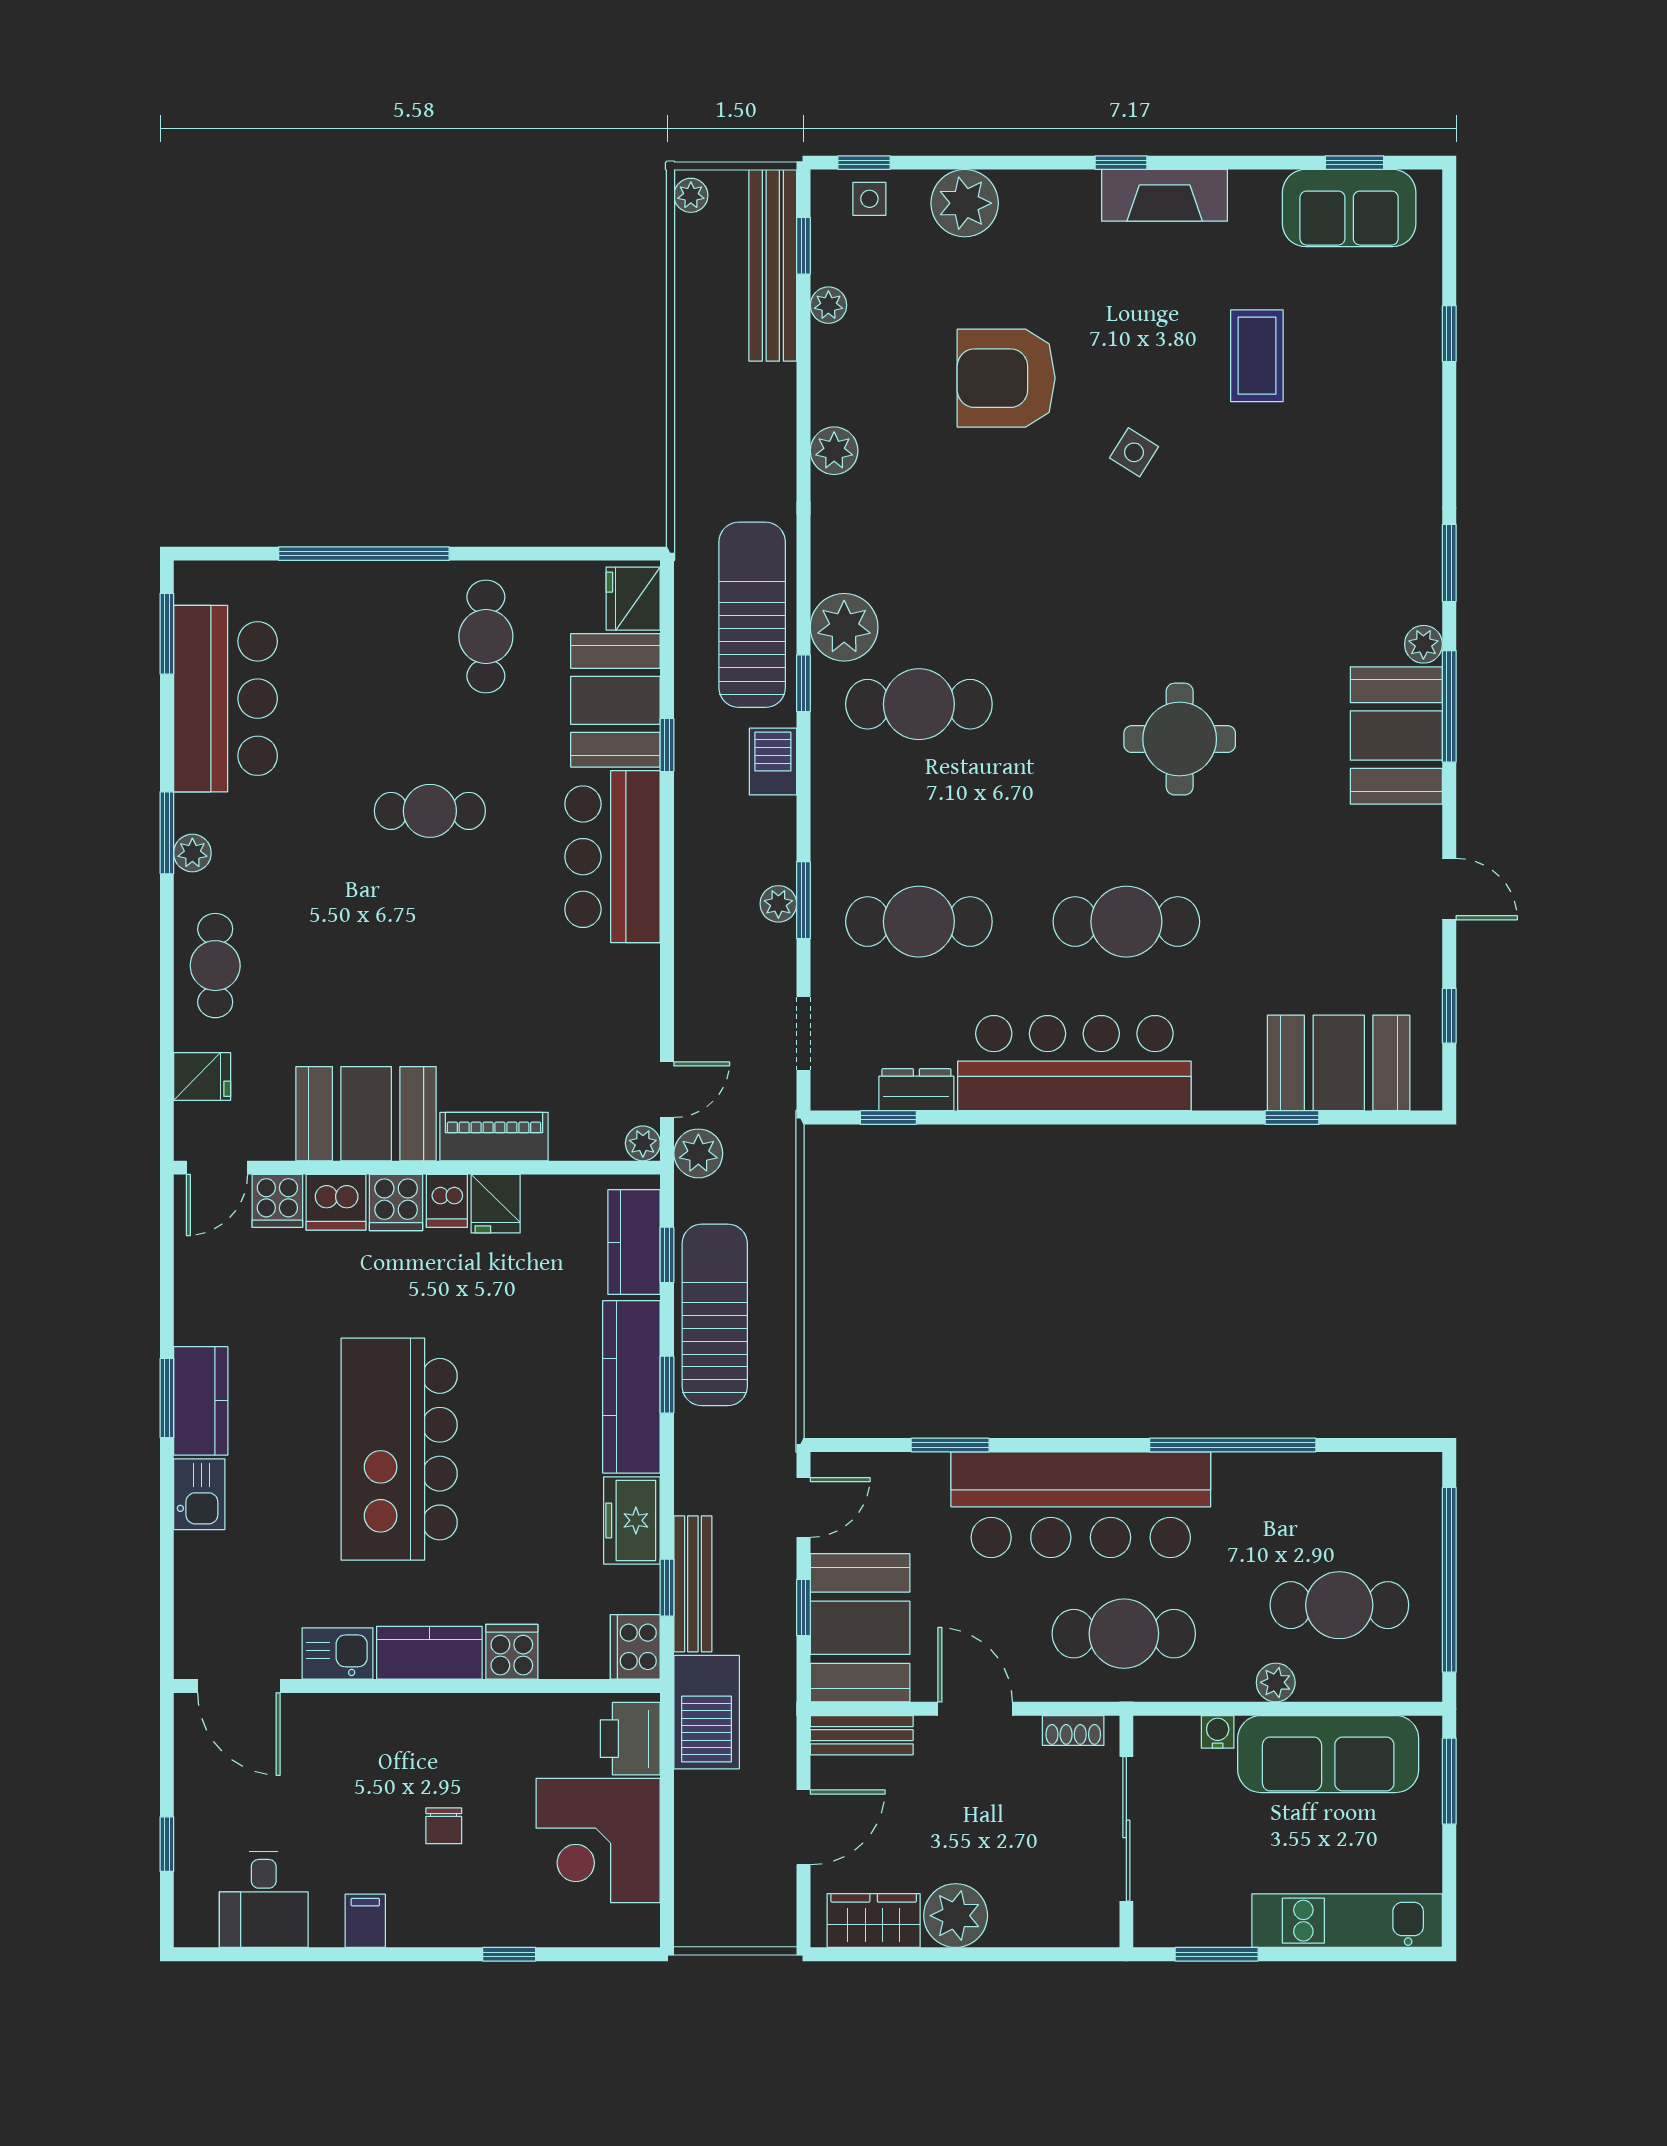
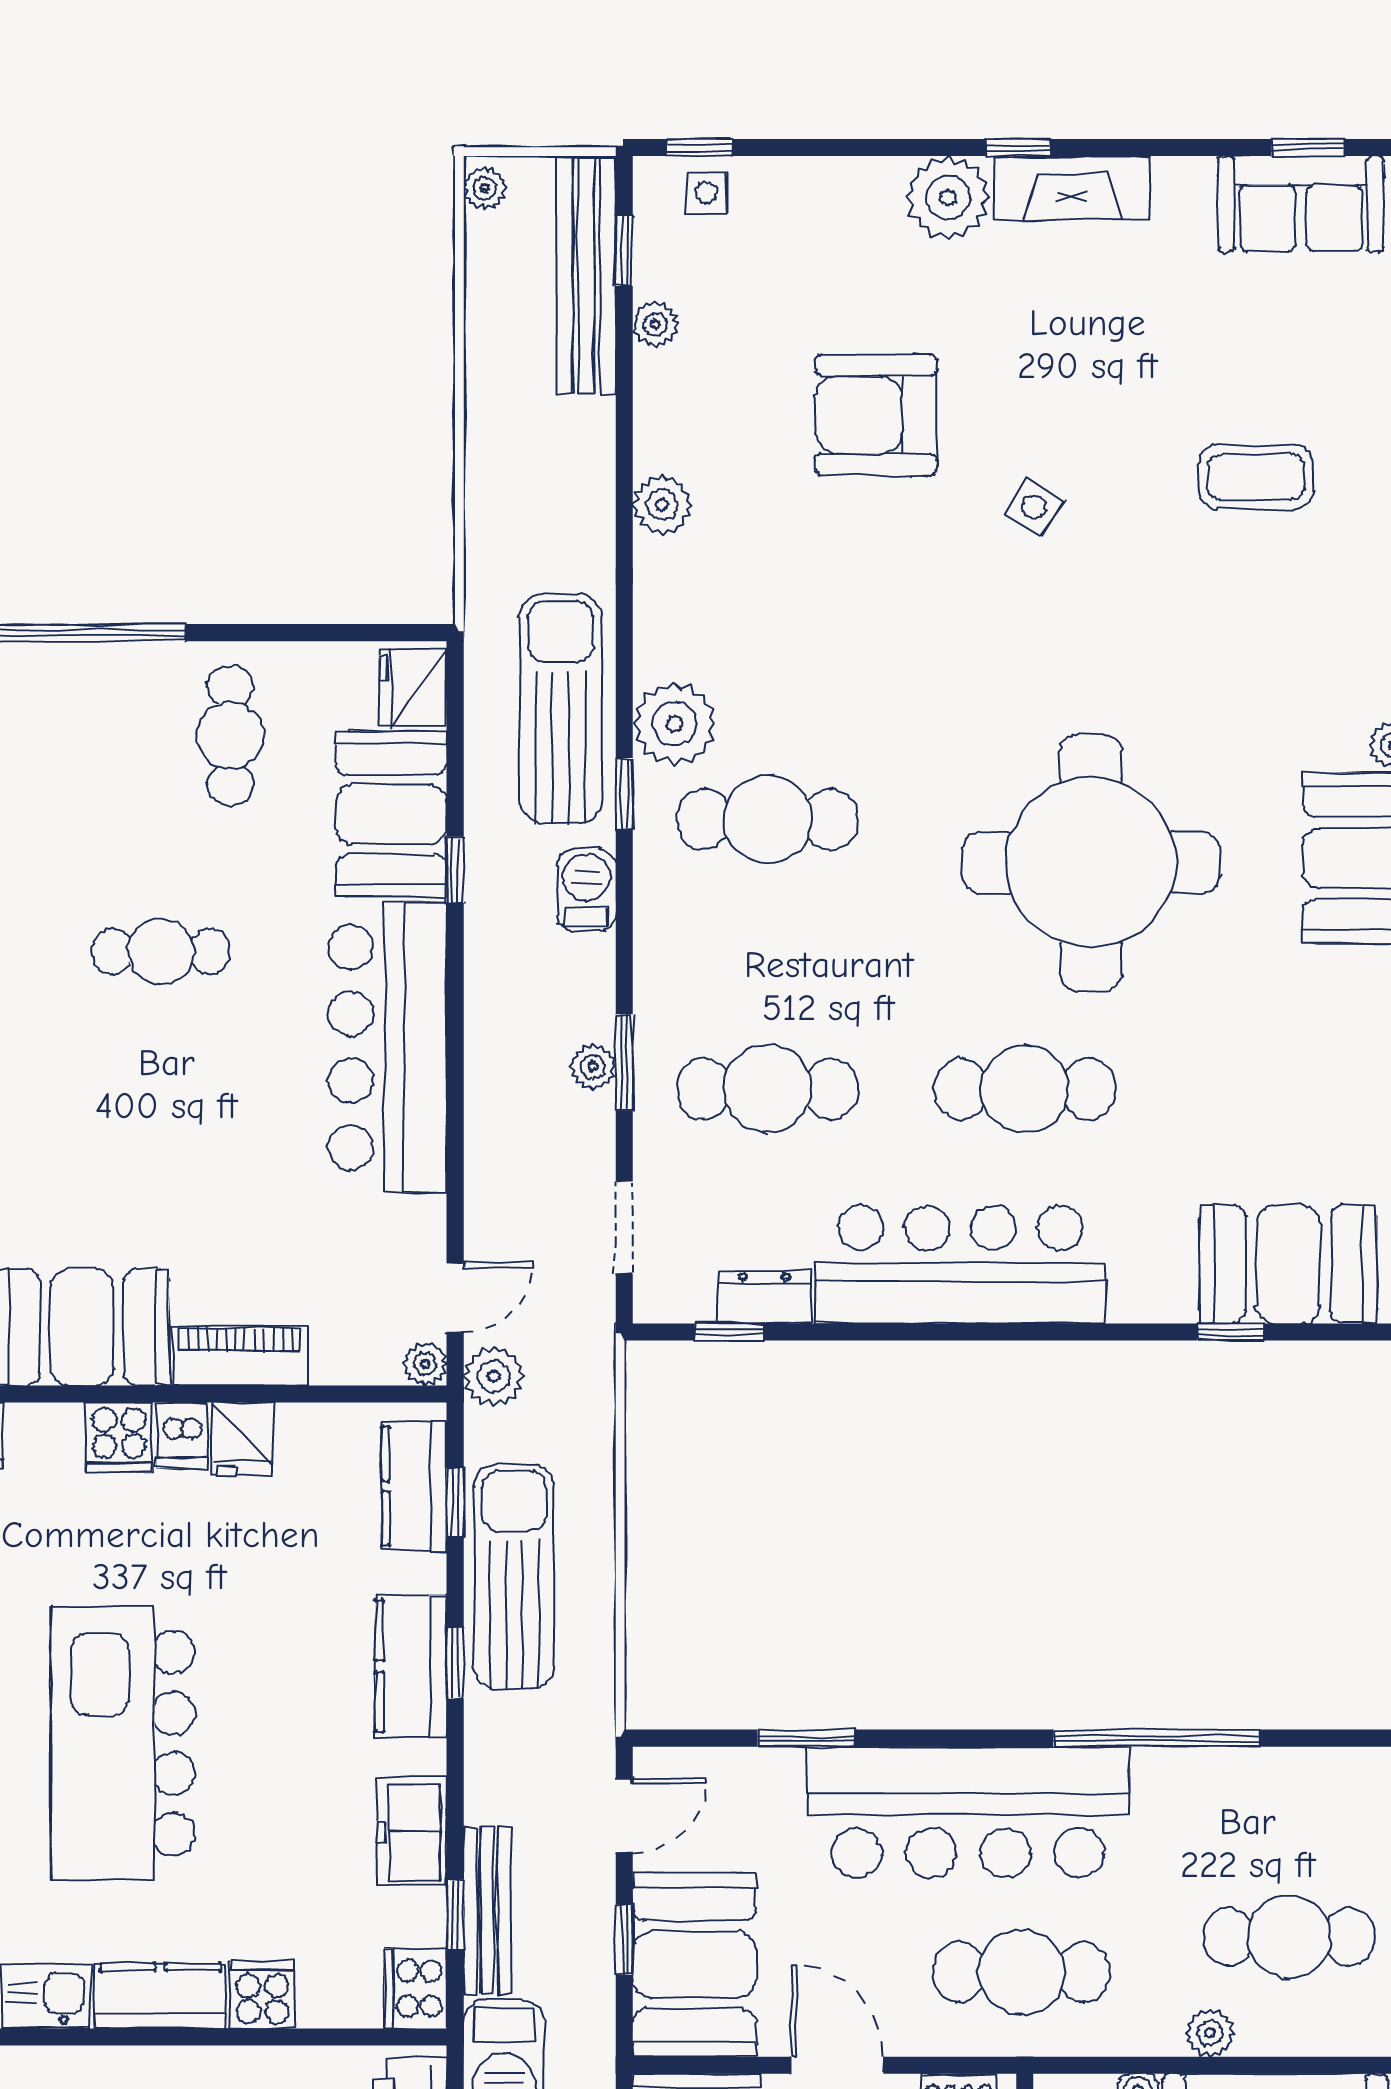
plant: (965, 203) -> (948, 198), moved
coffee table: (1257, 356) -> (1256, 477), moved, turned 90
round table: (1180, 739) -> (1091, 862), width x1.86, depth x1.86
bar counter: (613, 857) -> (387, 1047), width x1.36
dishwasher: (336, 1202) -> (44, 1437), removed
kitchen counter: (631, 1387) -> (411, 1666), width x0.67

